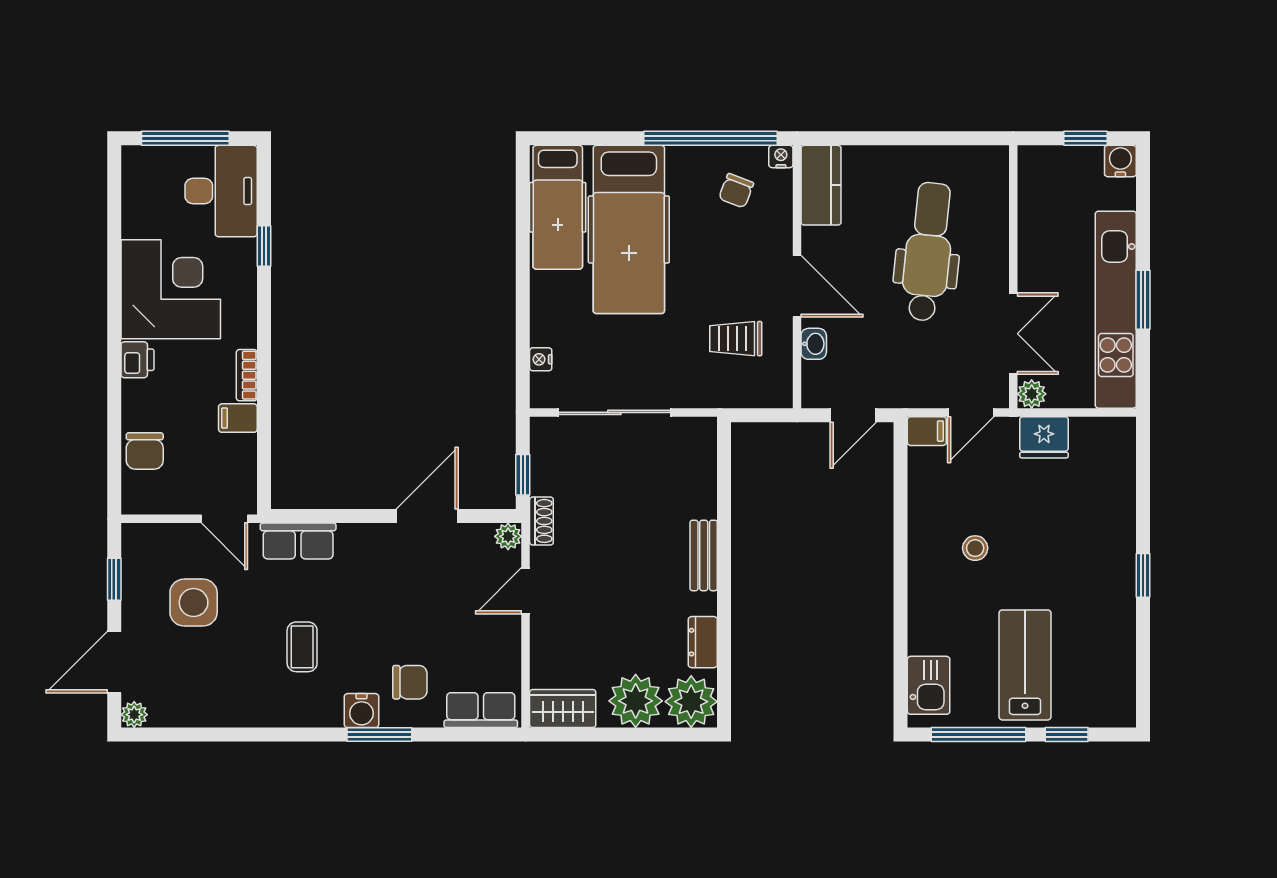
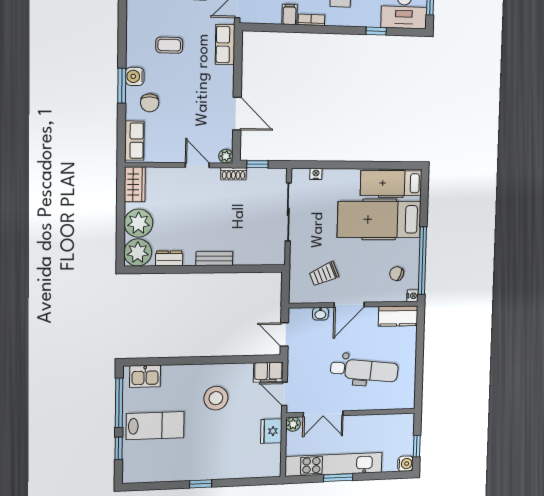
trolley: (736, 339) -> (324, 274), turned -113
filing cabinet: (927, 431) -> (268, 372), width x2.00
stool: (975, 548) -> (216, 398), width x1.89, depth x1.89

